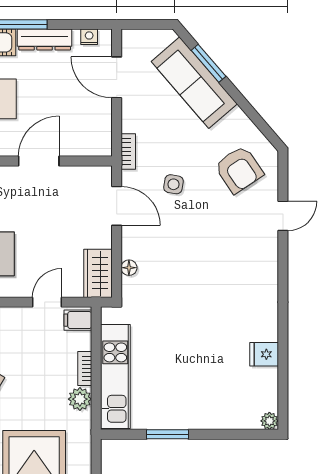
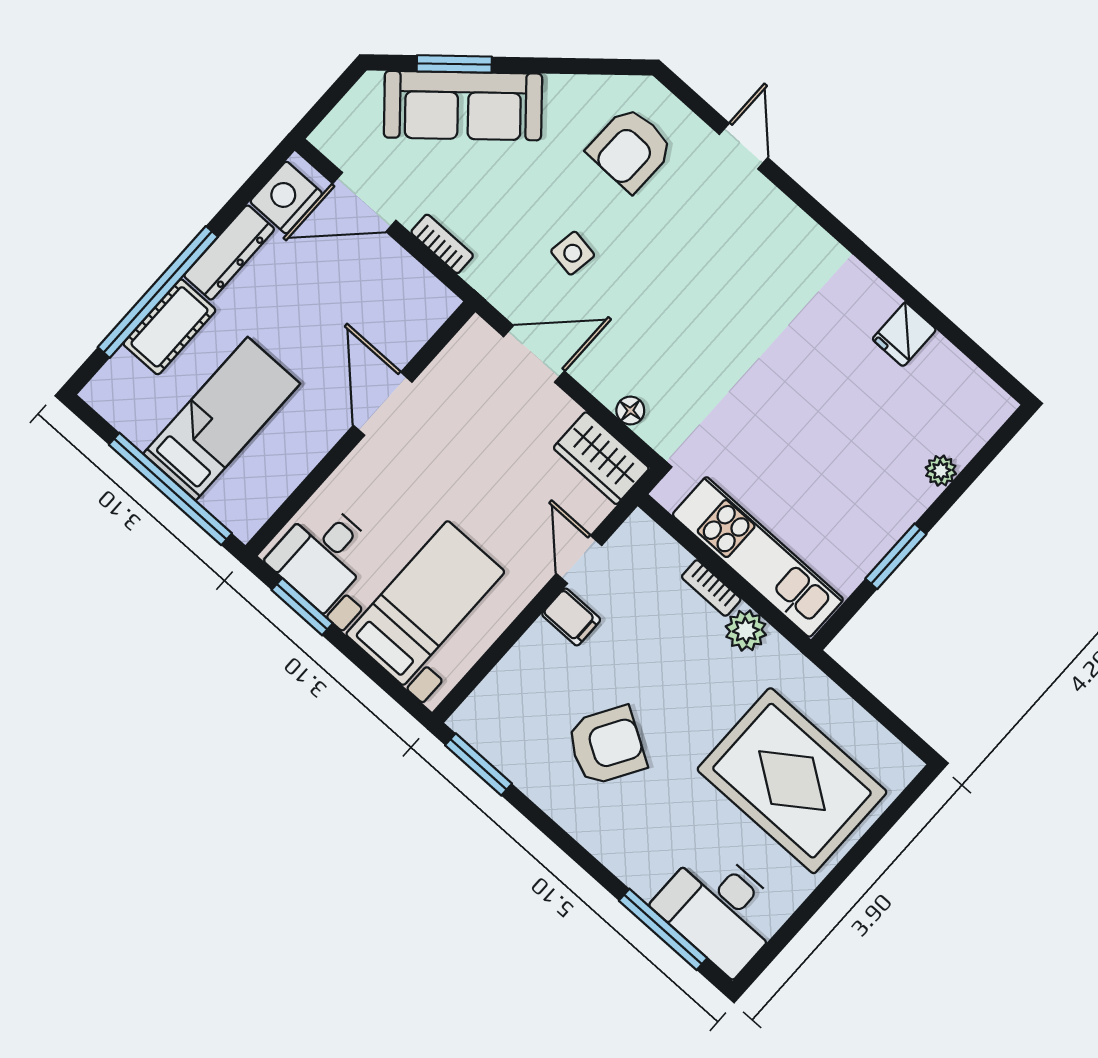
nightstand: (89, 37) -> (286, 198), width x1.89, depth x1.79
bookcase: (128, 151) -> (442, 244), moved
armchair: (239, 169) -> (630, 149), turned 125
filing cabinet: (78, 320) -> (571, 617), moved, turned -90
plant: (269, 421) -> (941, 471), moved

